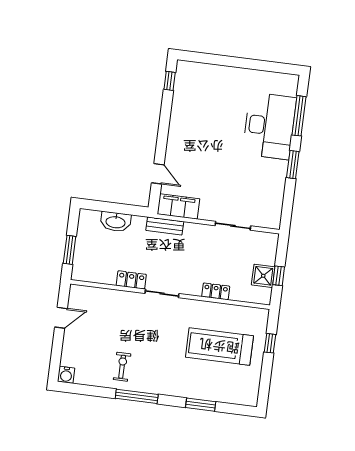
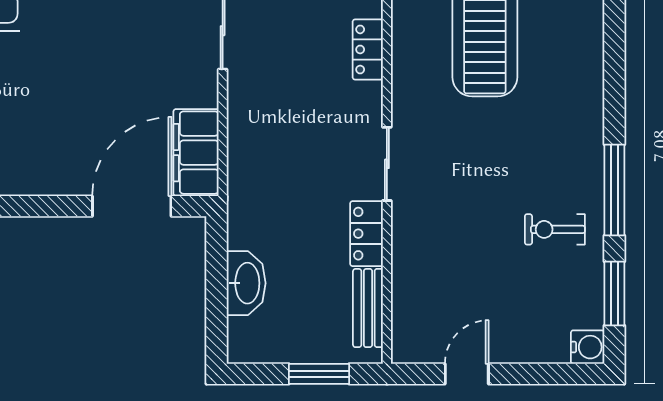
door: (158, 174) -> (132, 206), width x1.88
bench: (165, 226) -> (368, 308), moved
door: (61, 318) -> (467, 374), hinge flipped
window: (201, 405) -> (614, 294), moved

